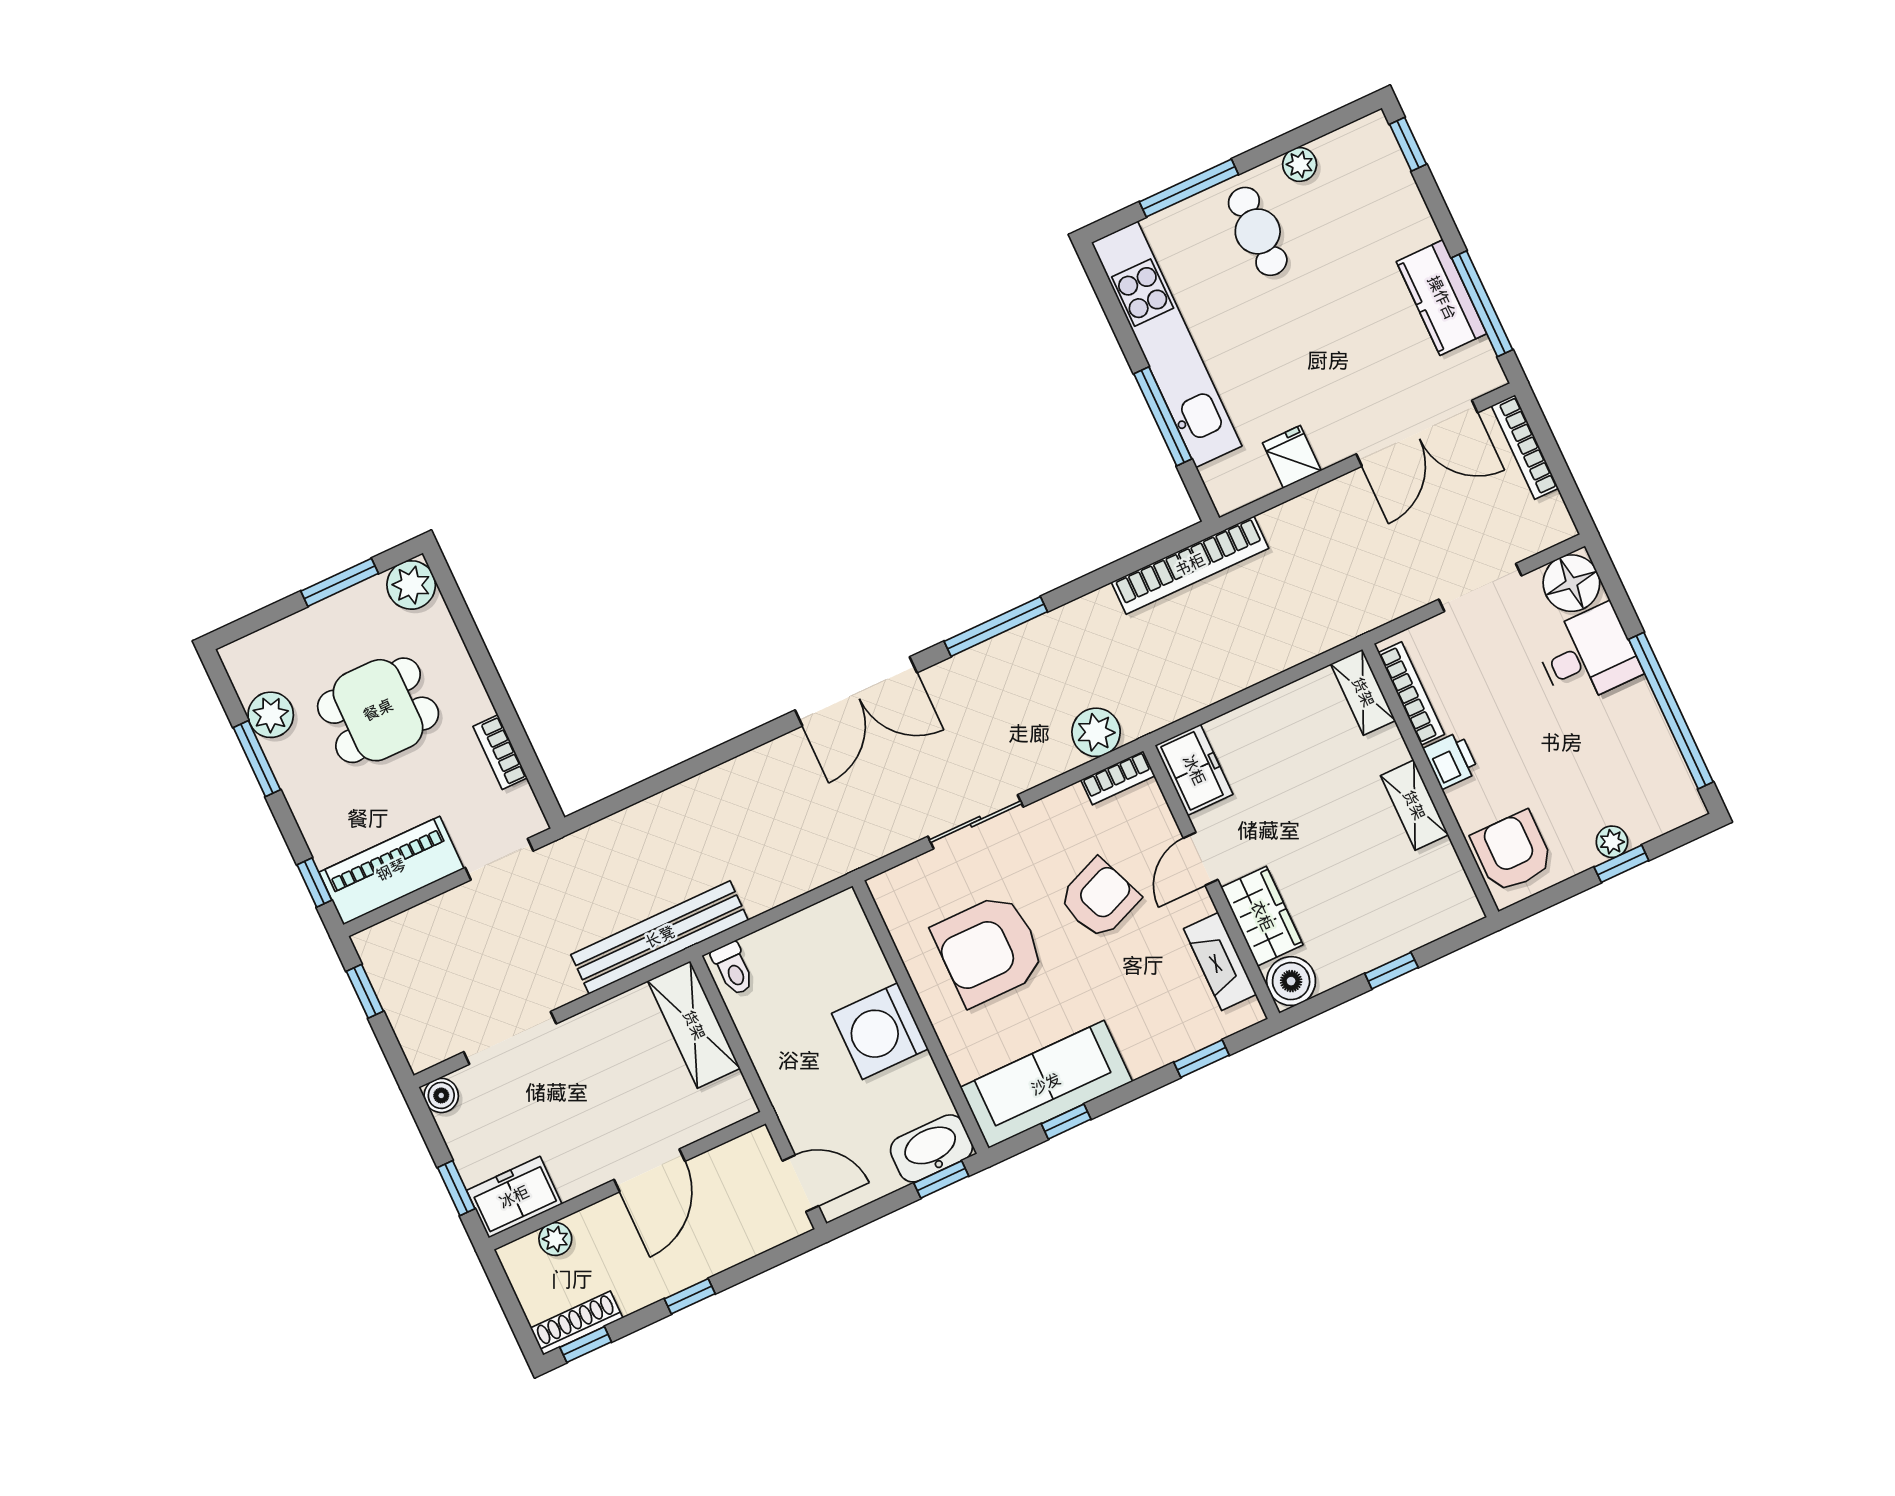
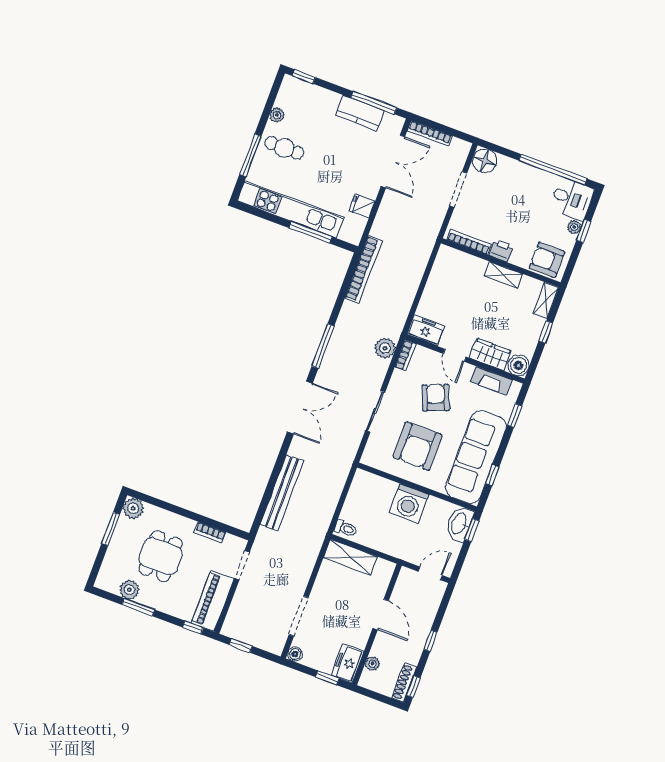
desk: (1588, 655) -> (572, 199), moved, turned 90
shelving: (1363, 692) -> (546, 300), moved, turned 90
bench: (660, 937) -> (282, 493), moved
sofa: (1046, 1084) -> (476, 457), width x1.36, depth x1.27

